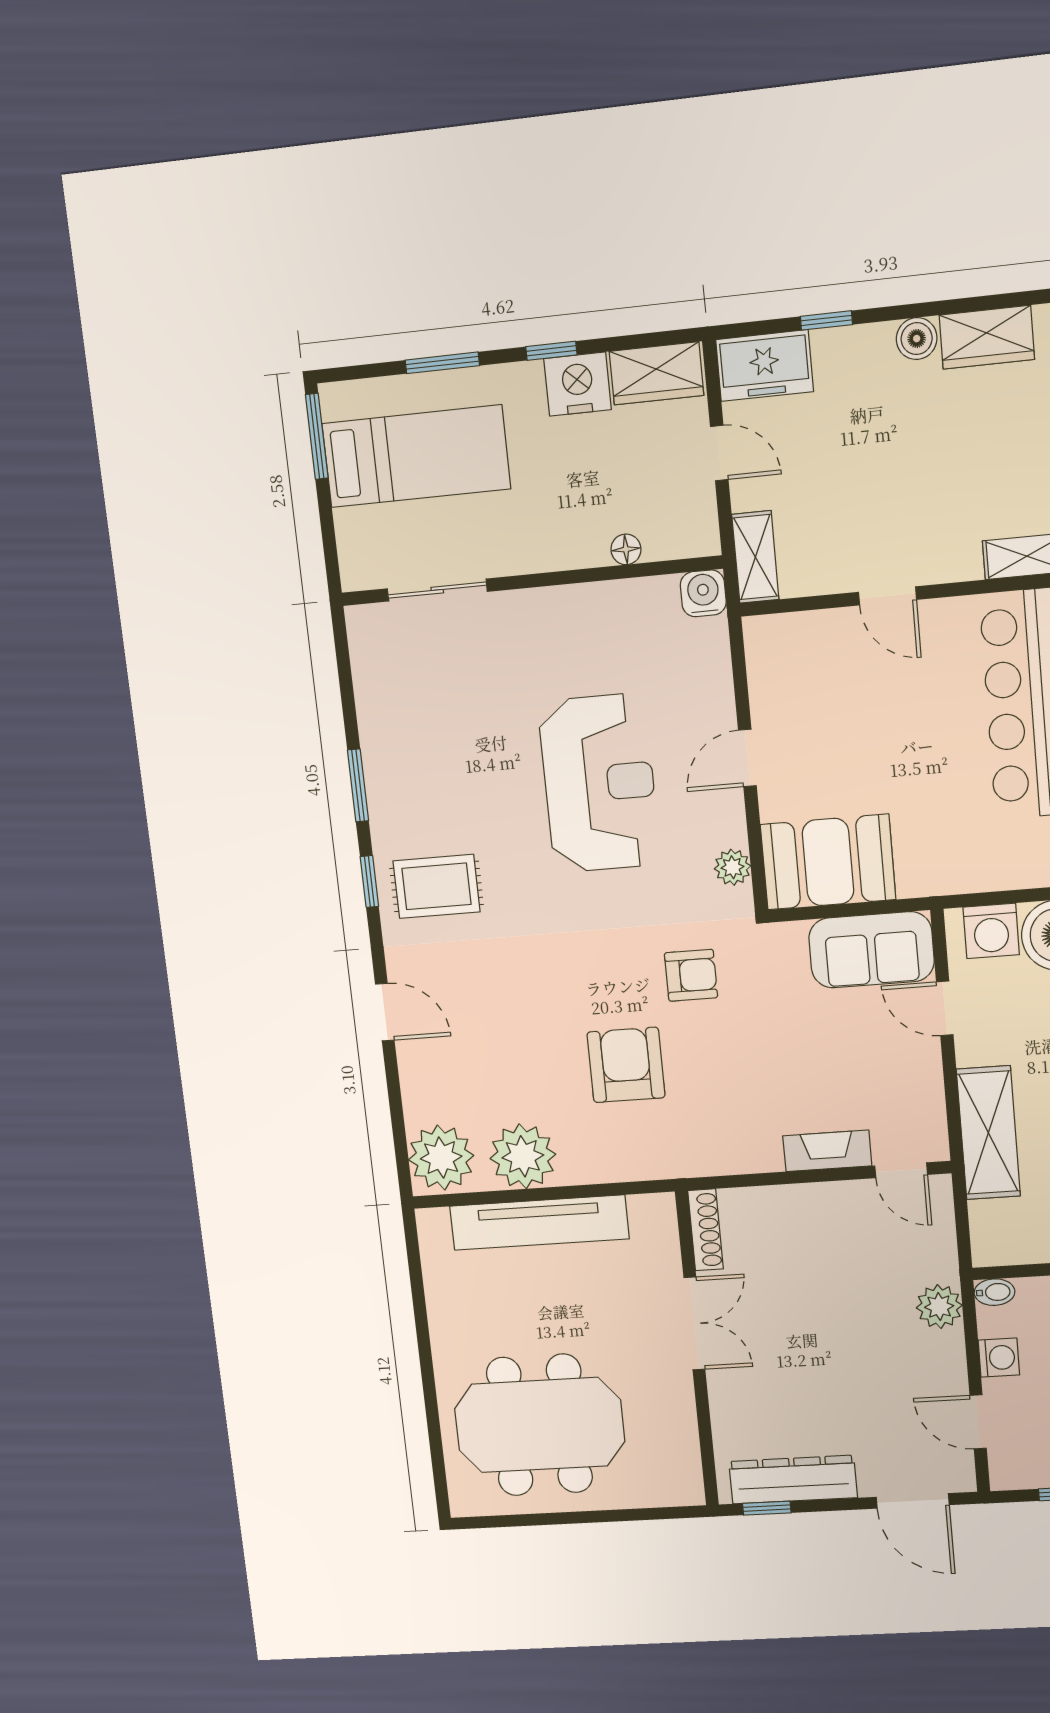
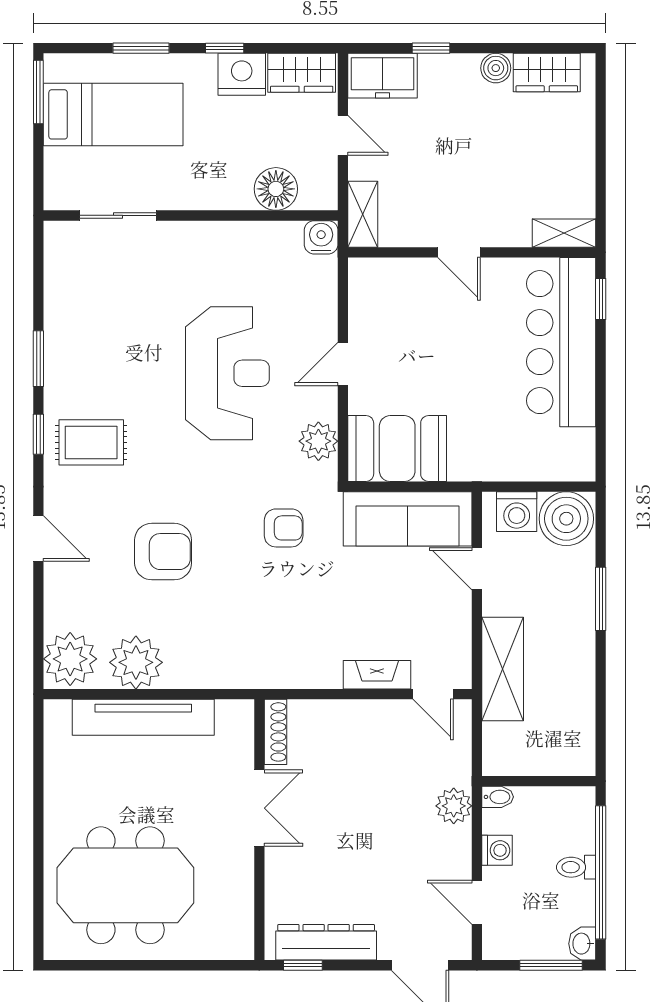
floor lamp: (626, 549) -> (276, 189), width x1.89, depth x1.89
plant: (733, 867) -> (318, 441), width x1.38, depth x1.38
sofa: (871, 950) -> (408, 519), width x1.36
armchair: (626, 1065) -> (163, 552), moved, turned 90

